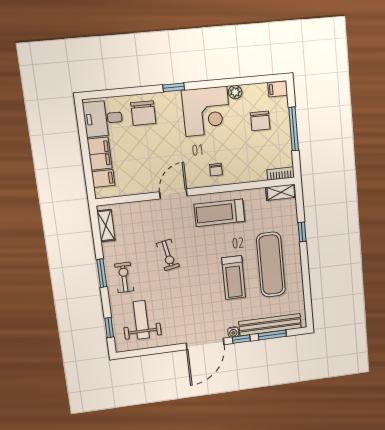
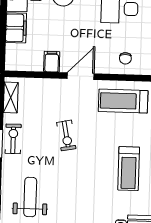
filing cabinet: (103, 178) -> (52, 62), moved, turned -90
exercise bike: (124, 277) -> (13, 139), moved

